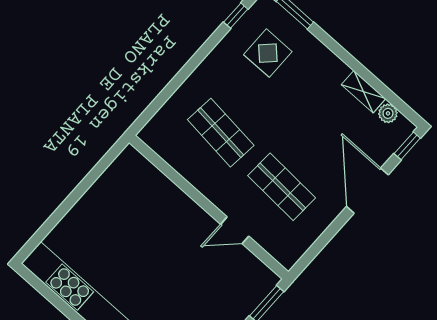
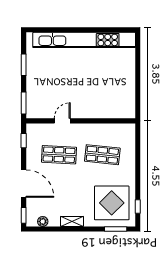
display table: (268, 53) -> (112, 203), width x1.86, depth x1.86
shelving: (363, 92) -> (72, 221), moved
window: (314, 251) -> (24, 141), added

